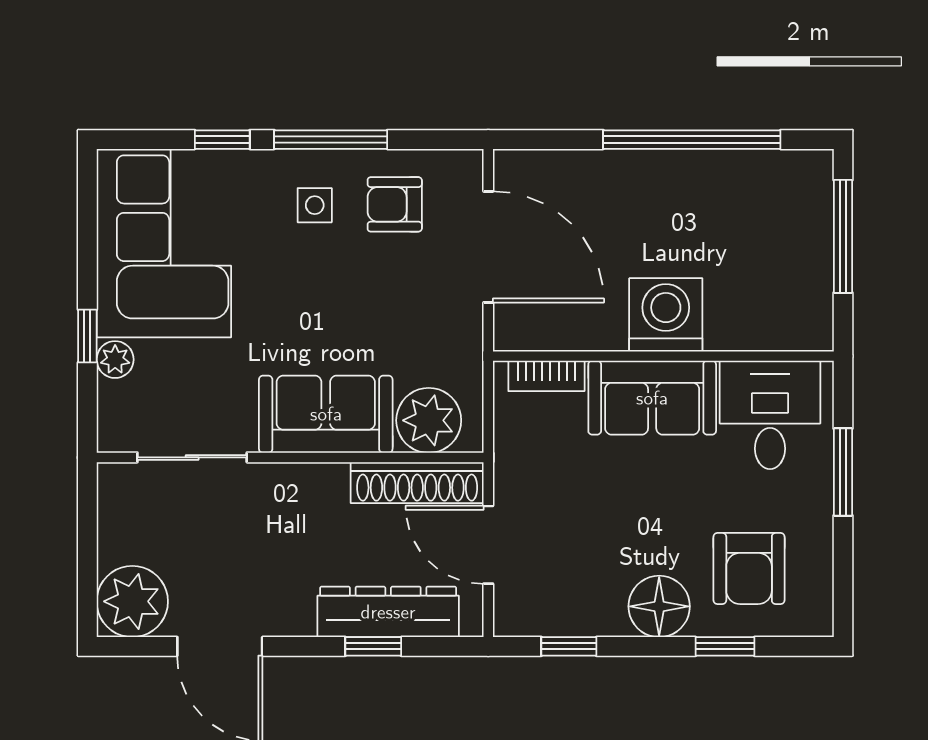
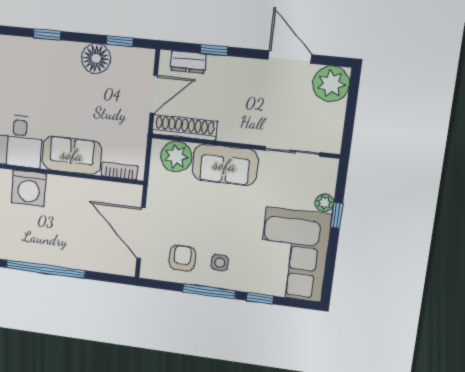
armchair: (395, 204) -> (182, 258), turned -88
washing machine: (666, 315) -> (29, 188), moved
door: (488, 545) -> (154, 94), hinge flipped
armchair: (749, 569) -> (33, 71), removed
floor lamp: (659, 606) -> (96, 58), moved
dresser: (388, 612) -> (188, 62), width x0.51, depth x0.80

